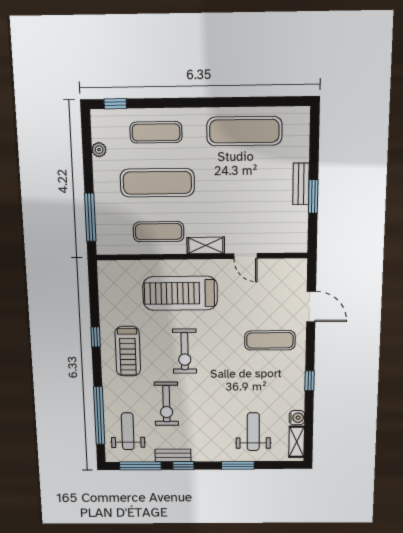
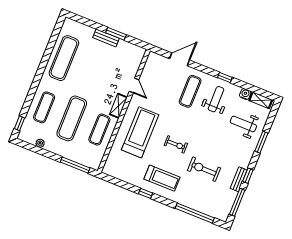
door: (245, 256) -> (134, 86), hinge flipped
treadmill: (180, 293) -> (140, 132), turned 180
exercise bike: (185, 351) -> (176, 144), width x0.73, depth x0.72
exercise bike: (166, 404) -> (204, 169), turned 180
weight bench: (128, 431) -> (216, 99), moved, turned 90

